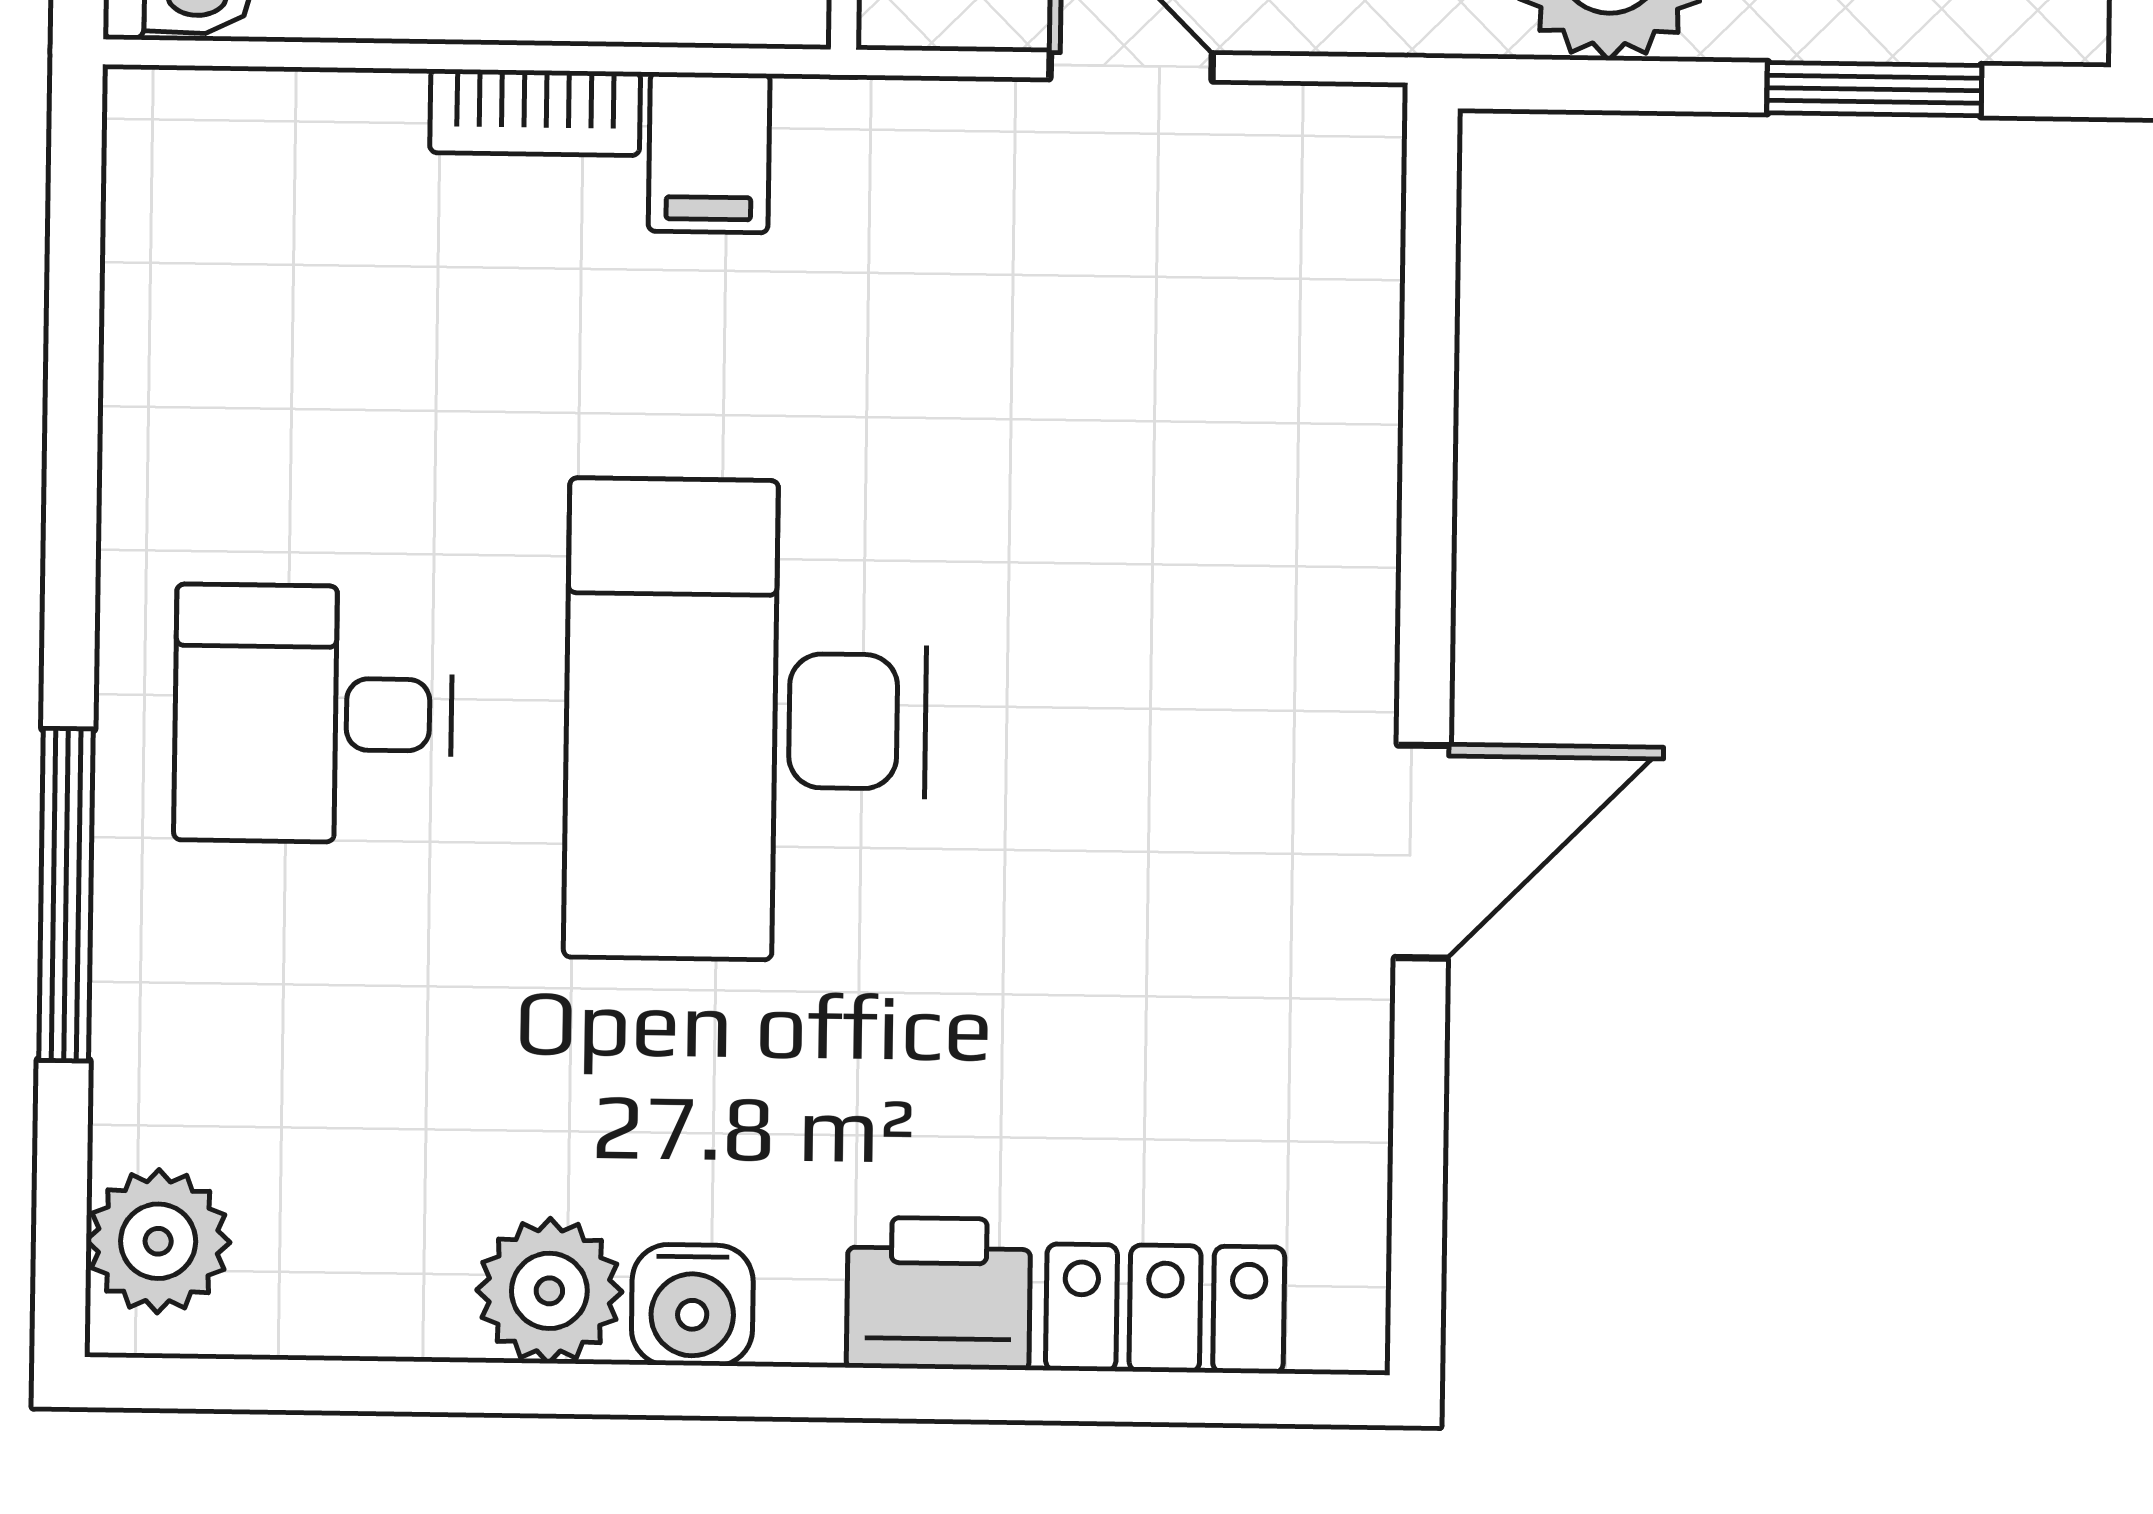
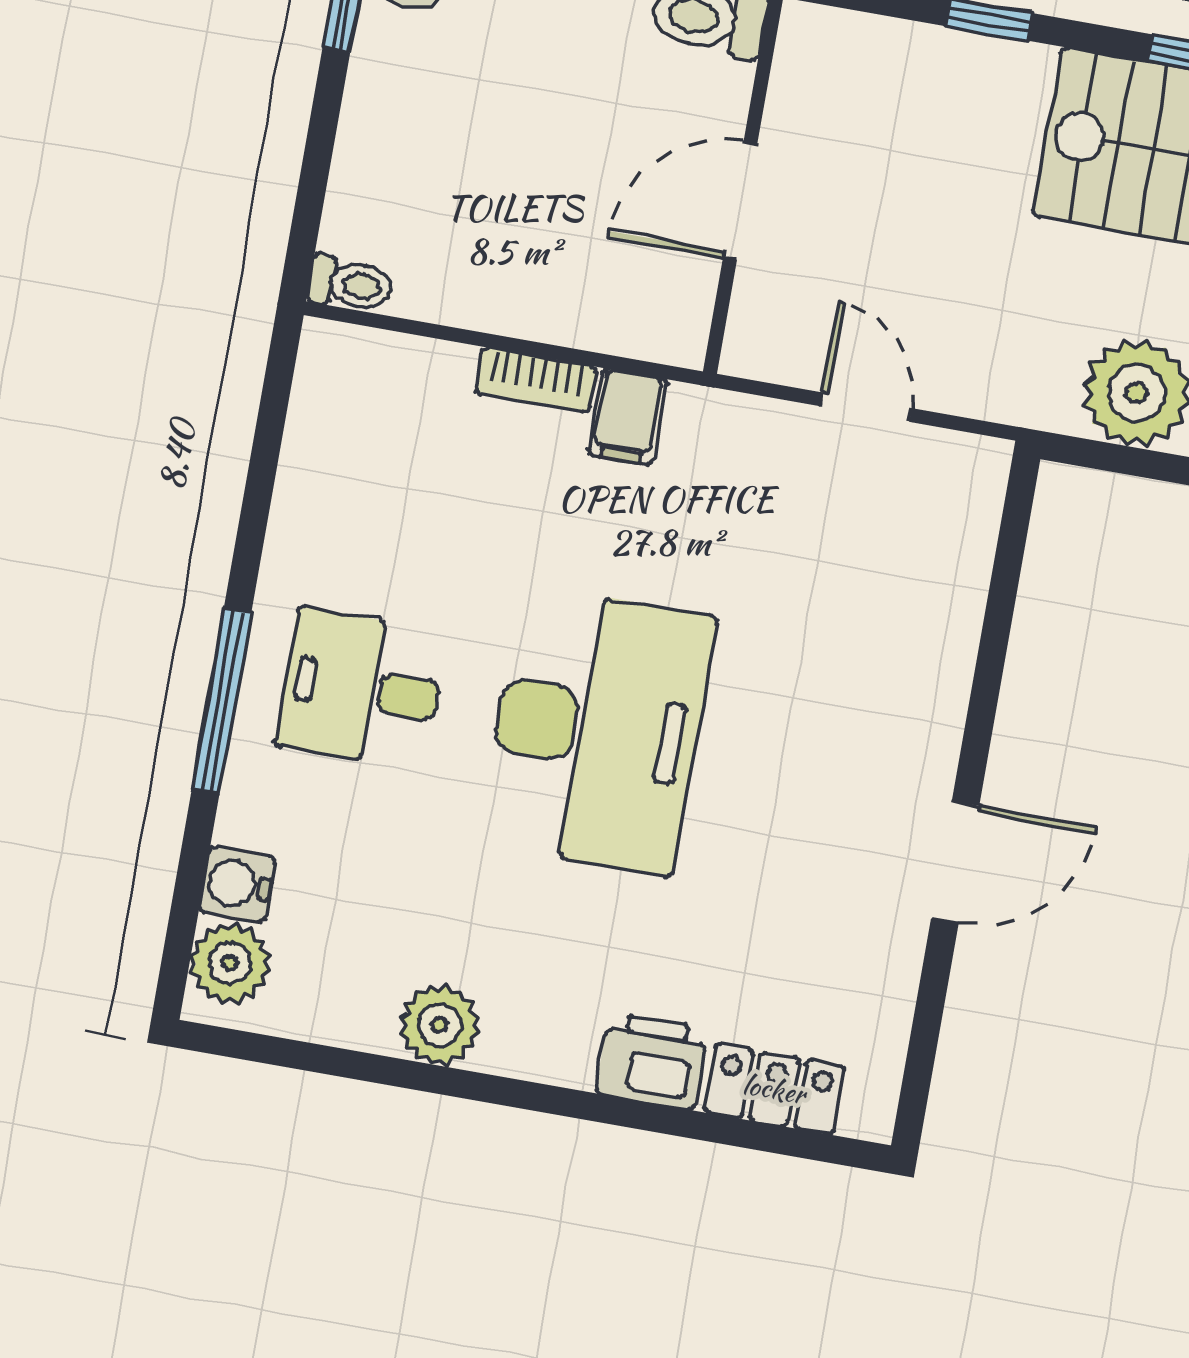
desk: (746, 720) -> (597, 730), turned 180
window: (66, 895) -> (222, 701), moved
water cooler: (692, 1305) -> (237, 884), moved, turned 90

